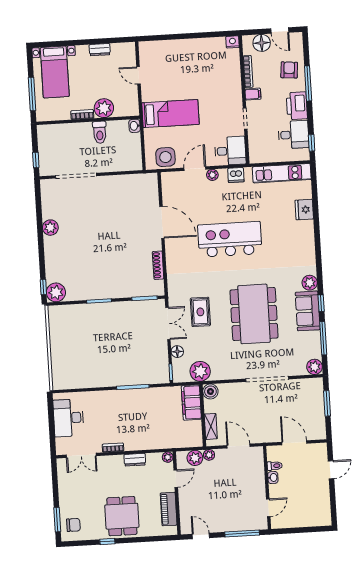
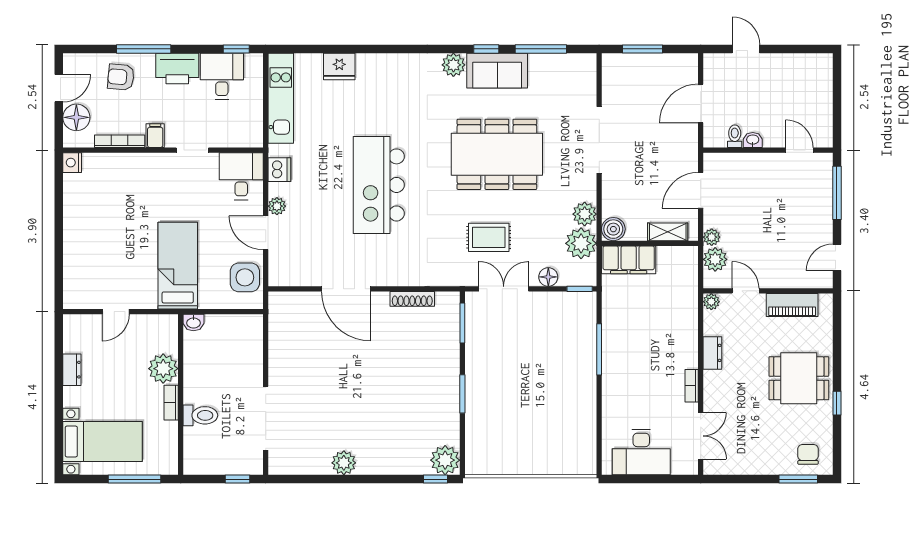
toilet: (100, 132) -> (200, 415), moved
door: (162, 222) -> (346, 289), swing flipped
plant: (315, 367) -> (585, 214), moved

